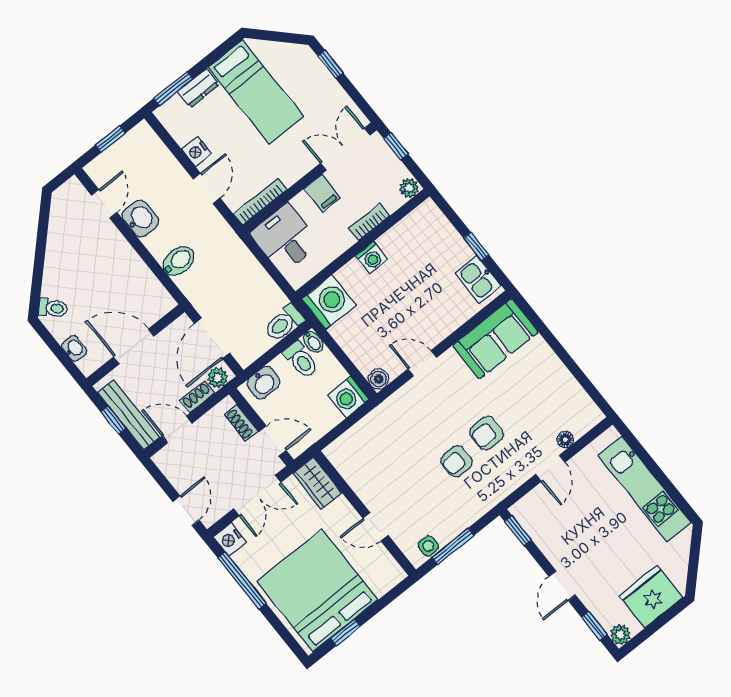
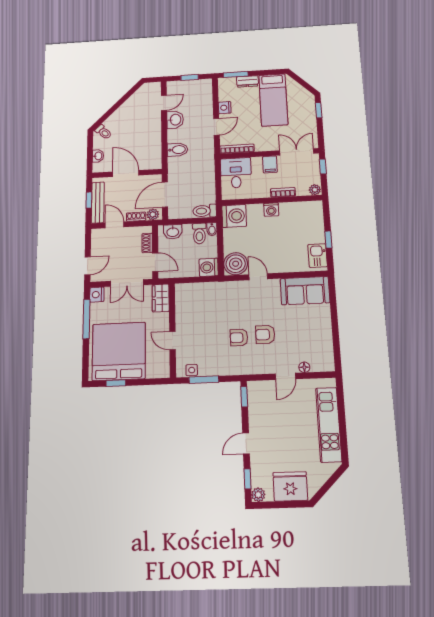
boiler: (379, 379) -> (236, 264), width x1.86, depth x1.86

